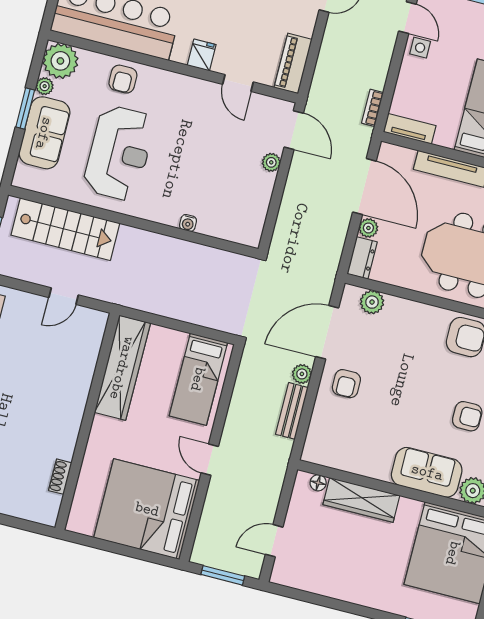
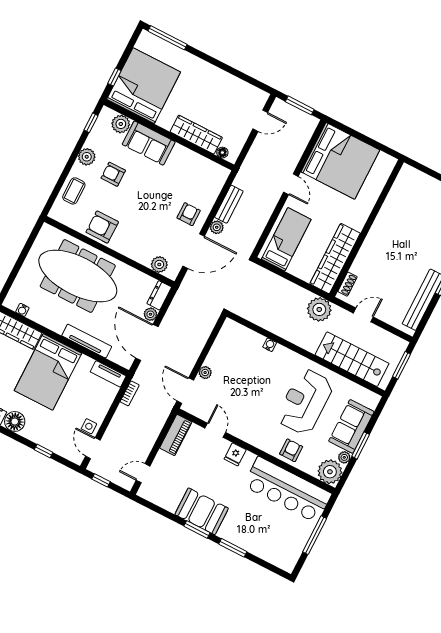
plant: (128, 290) -> (319, 309), added
shoe rack: (60, 477) -> (348, 284), moved

